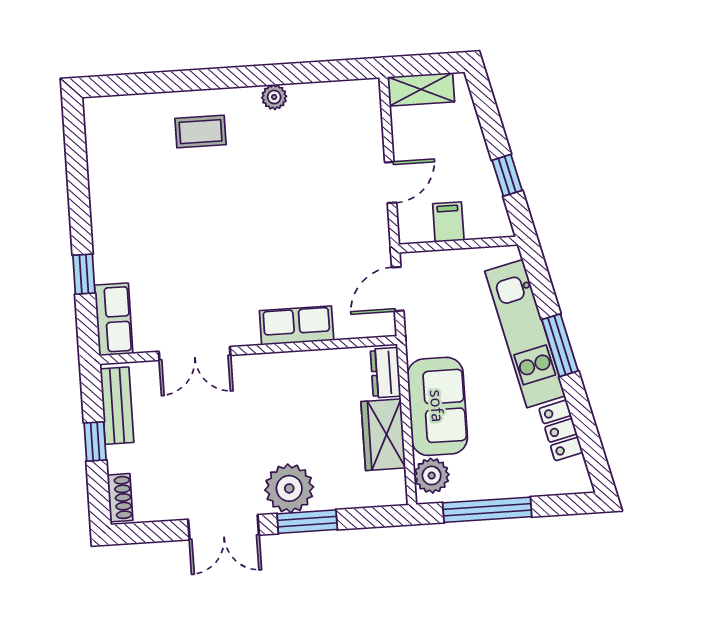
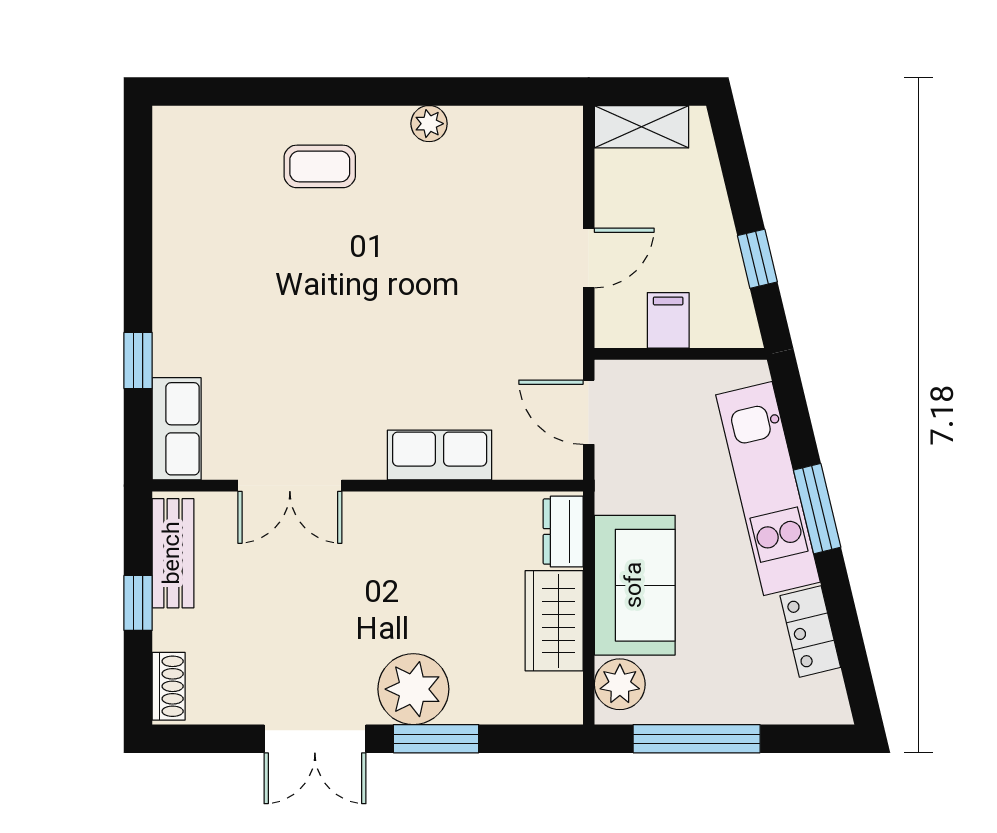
door: (398, 289) -> (589, 412), hinge flipped

